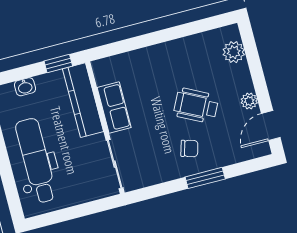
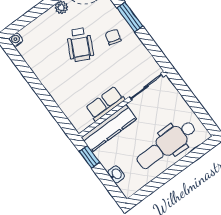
water cooler: (232, 32) -> (16, 40), added
plant: (234, 52) -> (30, 33), removed

